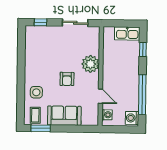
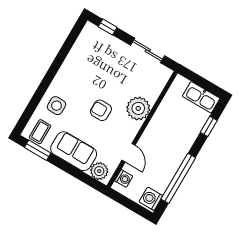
armchair: (67, 79) -> (101, 110), turned 90
plant: (88, 119) -> (99, 171), added

